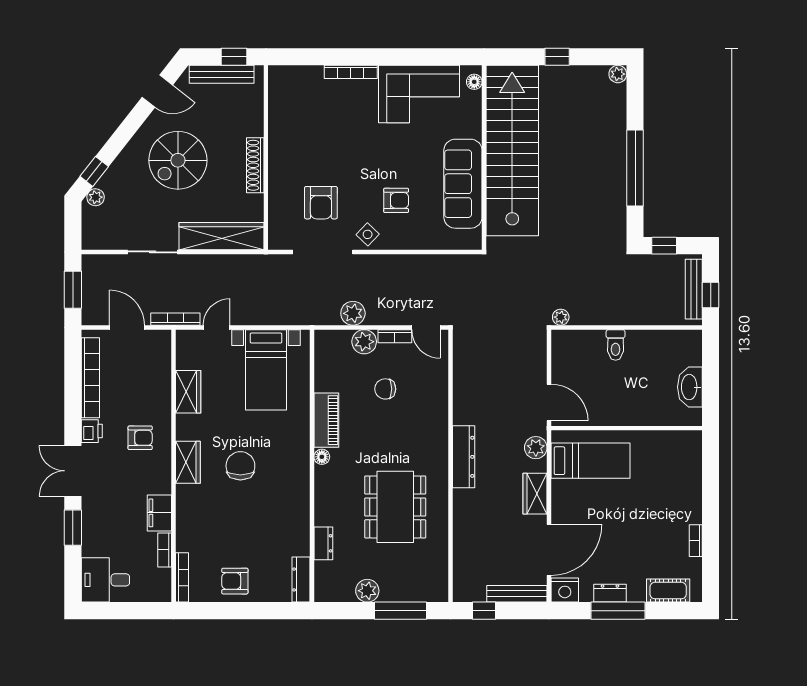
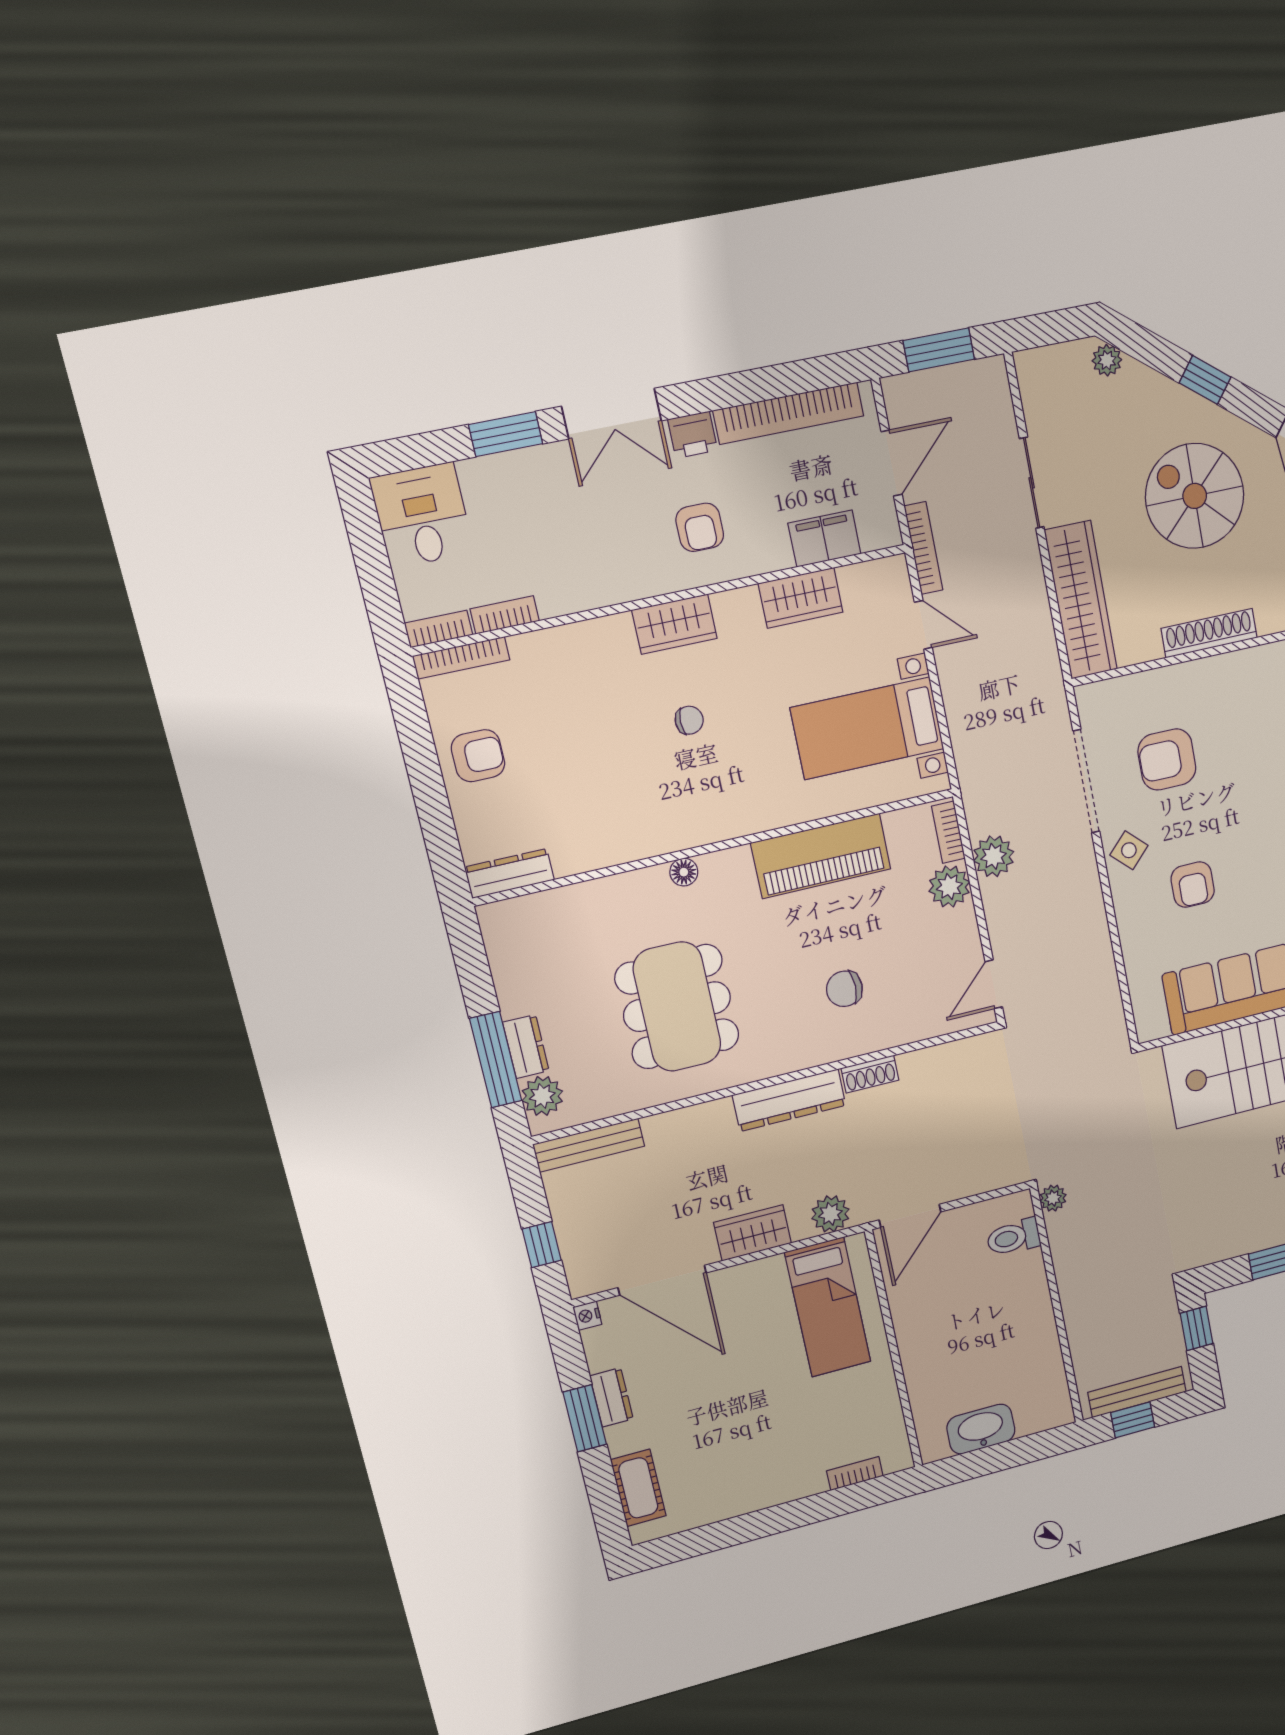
window: (94, 171) -> (1205, 380), moved
bookcase: (395, 336) -> (948, 832), moved
toilet: (616, 345) -> (1013, 1237), moved
chair: (385, 389) -> (844, 989), moved, turned -90
shoe rack: (460, 408) -> (870, 1074), added
piano: (326, 420) -> (821, 856), width x1.37, depth x1.33
floor lamp: (322, 457) -> (684, 872), moved
chair: (240, 466) -> (689, 720), width x0.54, depth x0.54
double door: (73, 471) -> (612, 414), swing flipped
dining table: (395, 507) -> (677, 1007), turned 90
filing cabinet: (159, 513) -> (824, 539), moved
bookcase: (696, 541) -> (855, 1474), moved
dresser: (323, 543) -> (526, 1047), moved, turned -90
armchair: (235, 581) -> (478, 756), turned 90
bookcase: (165, 585) -> (438, 629), added
nightstand: (565, 590) -> (587, 1316), width x0.53, depth x0.56
plant: (367, 591) -> (542, 1096), moved
bench: (517, 594) -> (589, 1145), moved, turned 90
window: (484, 611) -> (542, 1245), moved
window: (618, 611) -> (585, 1418), width x0.69

